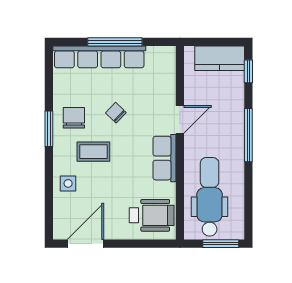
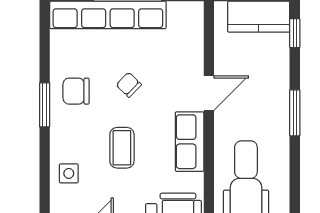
chair: (74, 118) -> (76, 91), turned -90
window: (248, 135) -> (295, 113), width x0.69
coffee table: (93, 152) -> (122, 148), moved, turned 90

